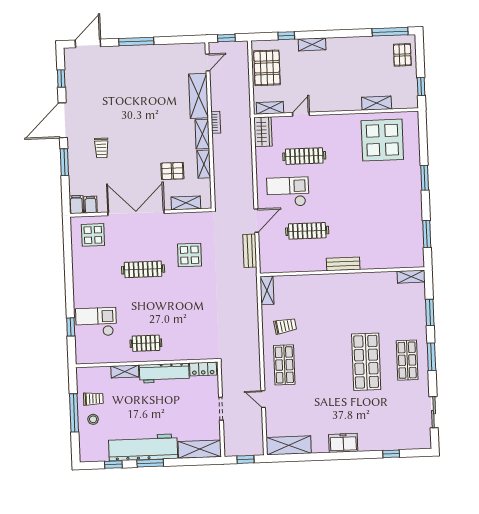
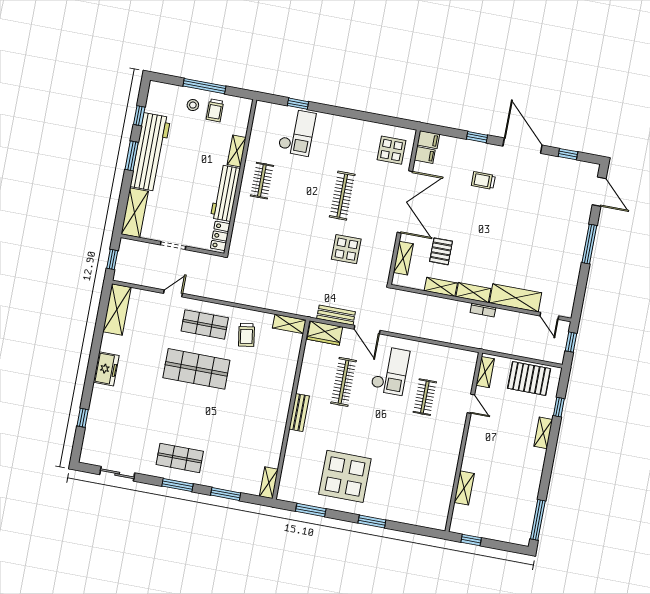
pallet: (402, 55) -> (510, 527), removed
wardrobe: (263, 132) -> (325, 333), moved
display table: (382, 140) -> (345, 476), moved
clothes rail: (304, 156) -> (425, 397), width x0.73
window: (64, 162) -> (477, 137), width x0.67
shop shelf: (366, 362) -> (196, 369), moved

